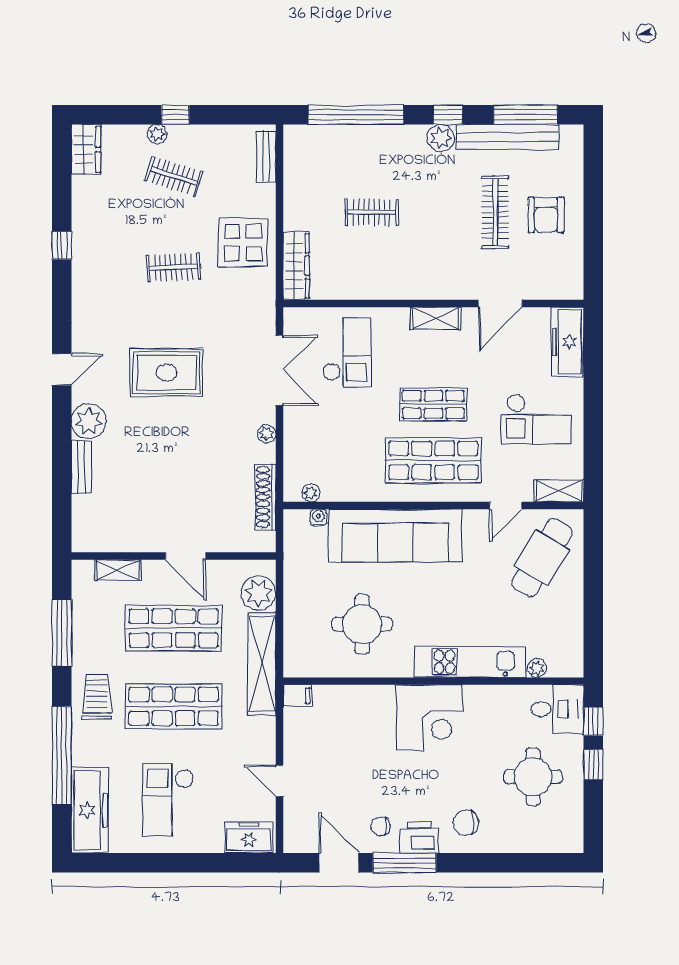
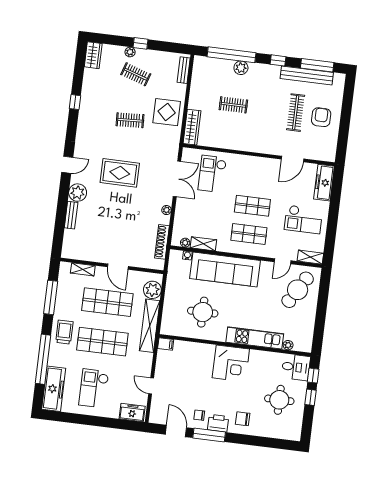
plant: (441, 138) -> (241, 68), moved
armchair: (546, 215) -> (321, 117), turned 180
shelving: (436, 318) -> (203, 244), moved
checkout: (347, 352) -> (212, 174), turned 180
shop shelf: (433, 460) -> (249, 234), width x0.70, depth x0.74

